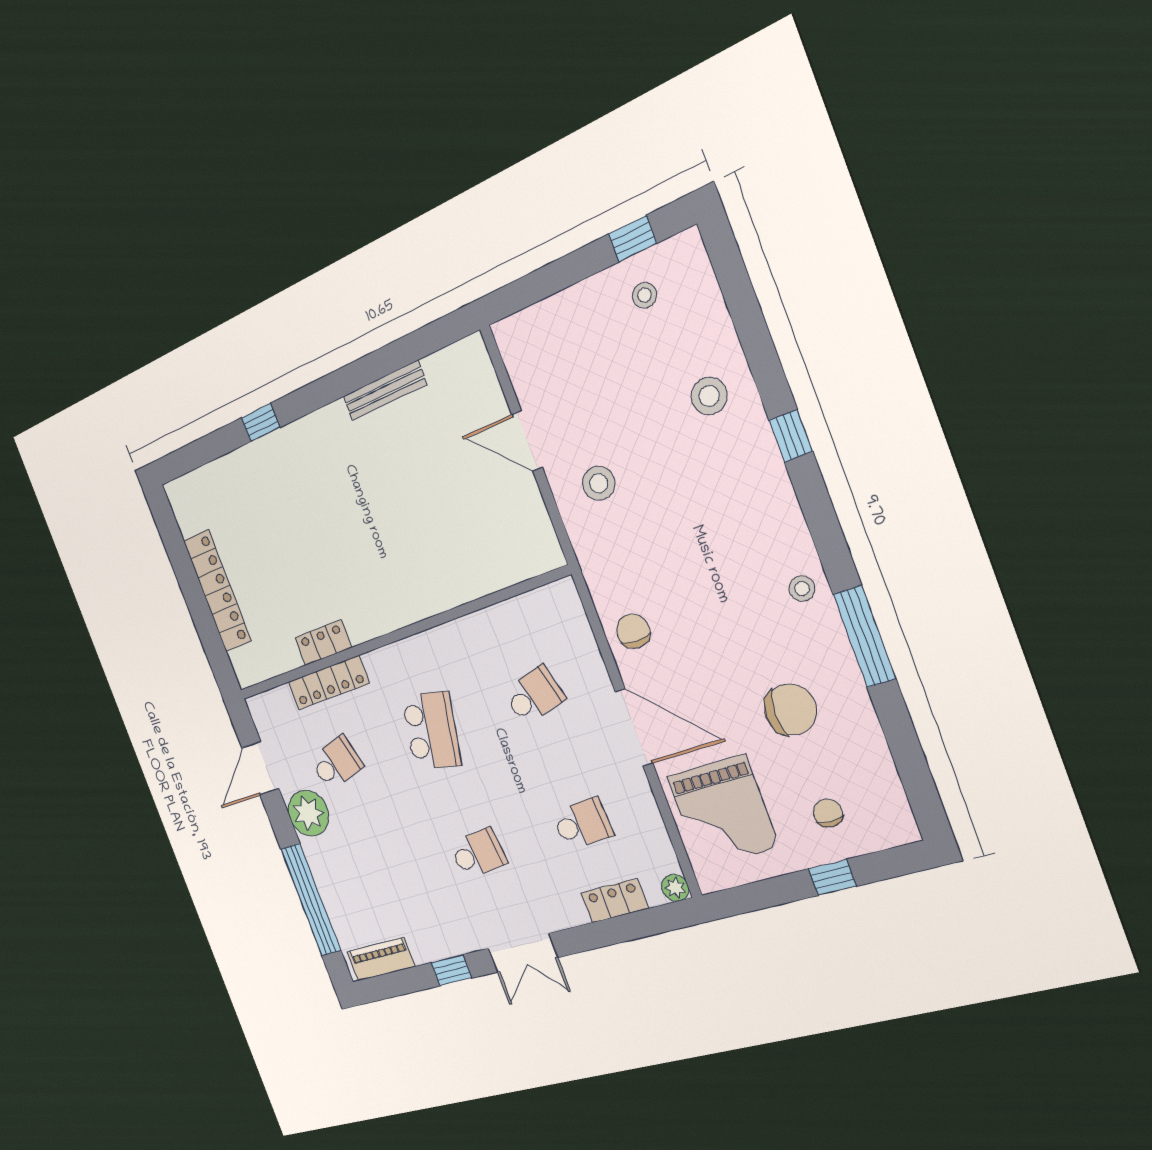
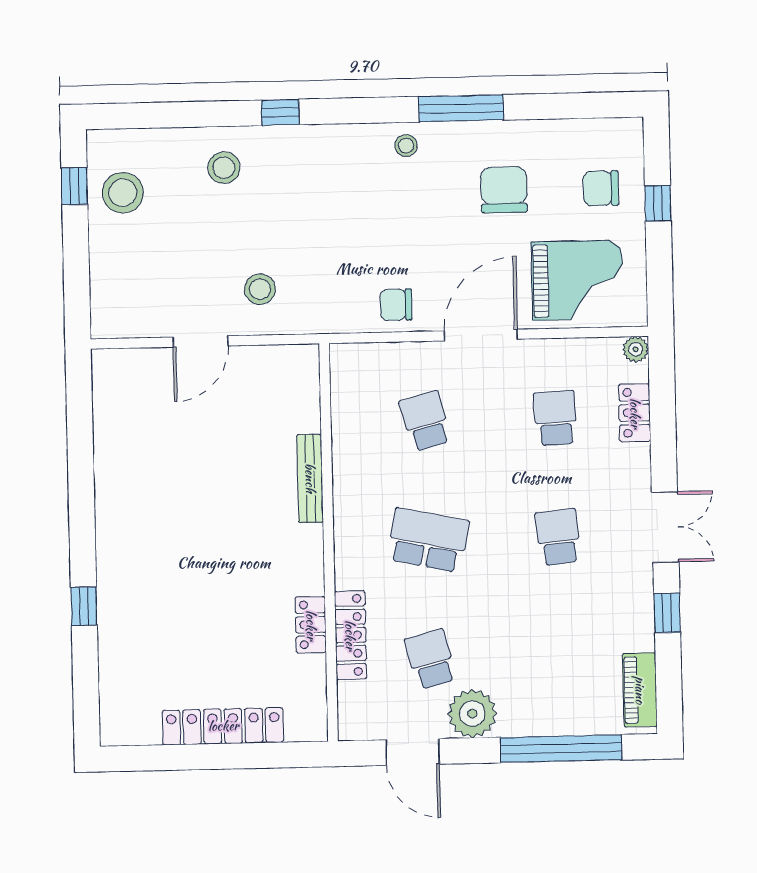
stool: (644, 295) -> (123, 193), width x1.89, depth x1.89
bench: (385, 391) -> (310, 478), moved
chair: (828, 813) -> (601, 188), width x1.37, depth x1.37

